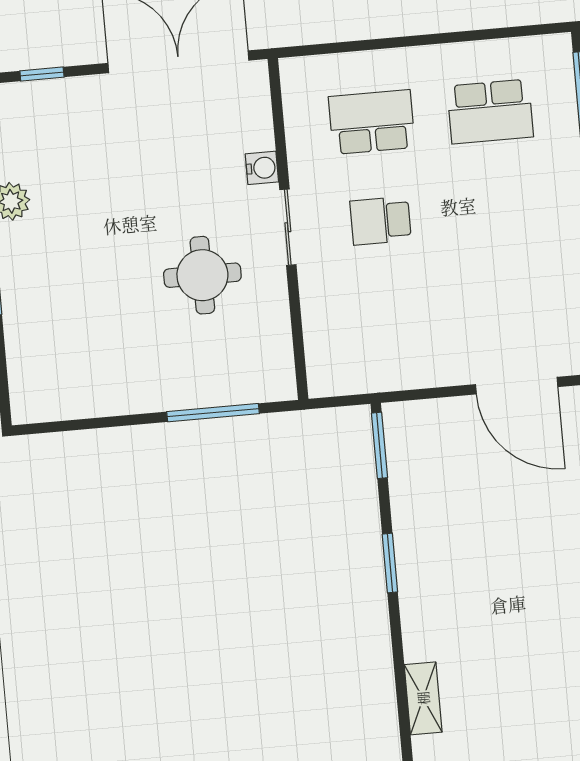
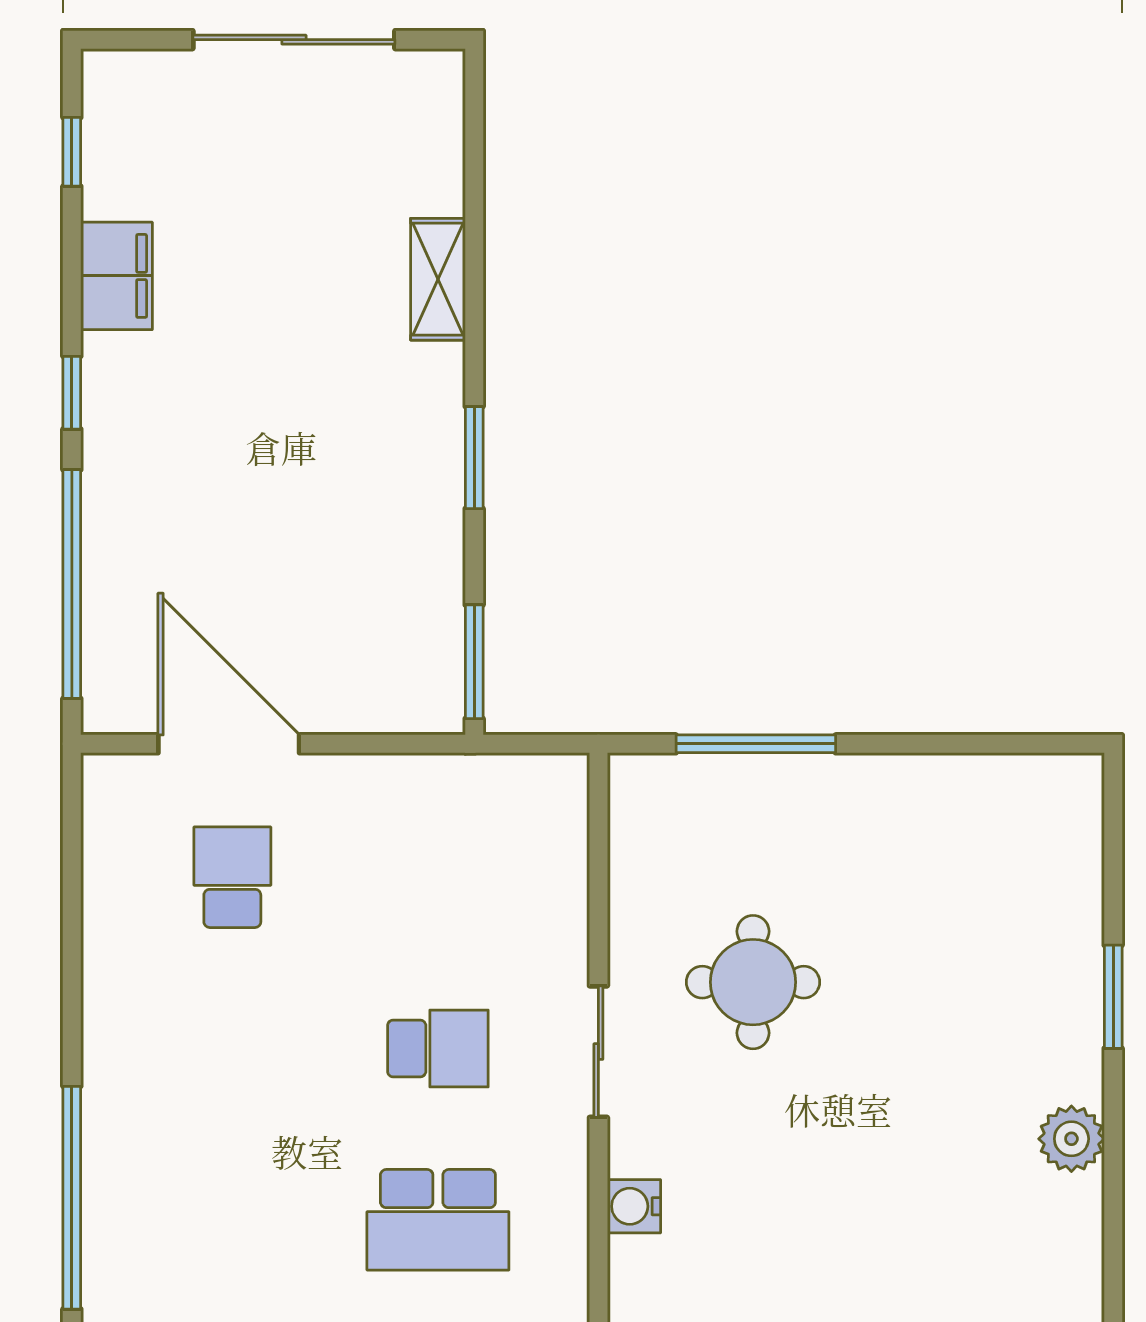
school desk: (490, 111) -> (232, 877), moved, width x0.54
water cooler: (262, 168) -> (634, 1206), moved
shelving: (423, 698) -> (438, 279), moved

